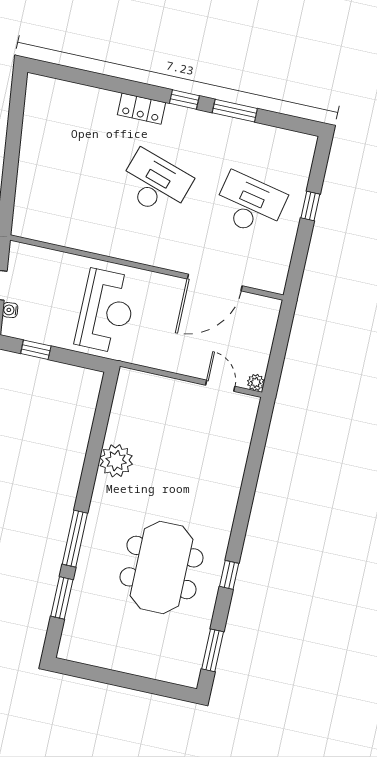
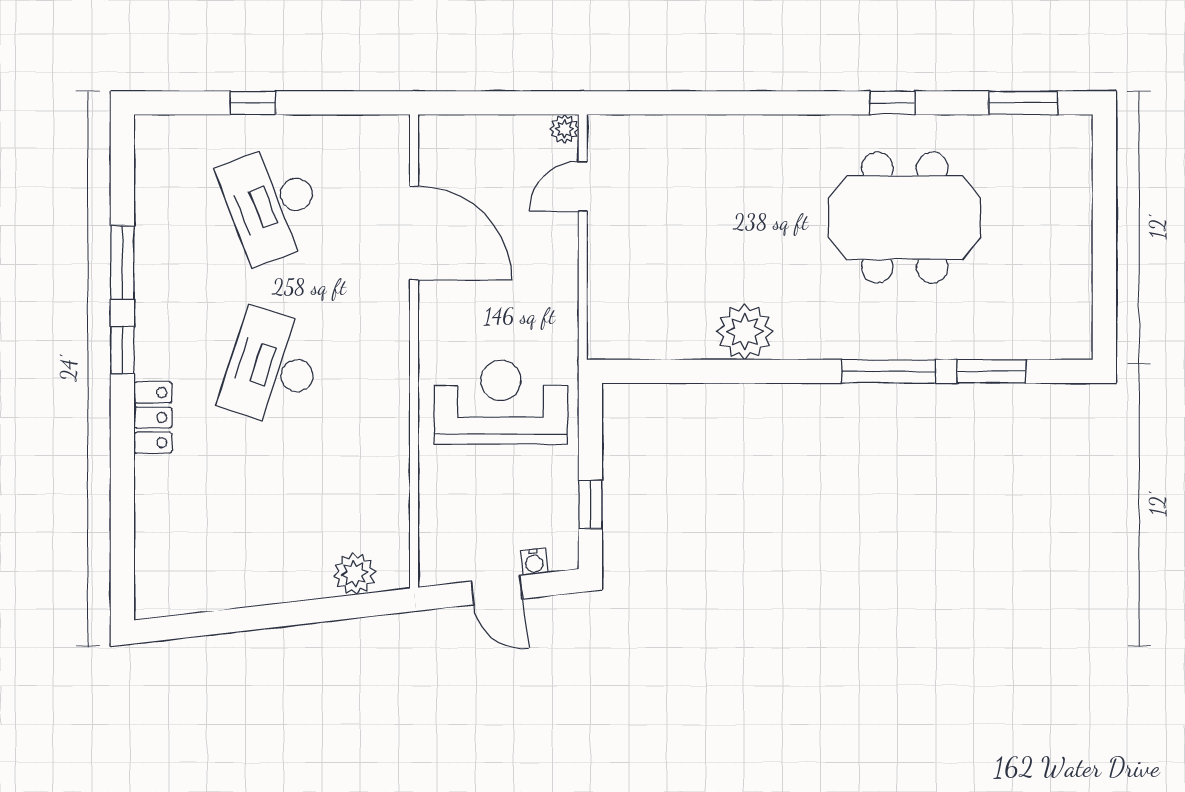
desk: (250, 204) -> (272, 204), turned -33
plant: (26, 205) -> (355, 574), added

